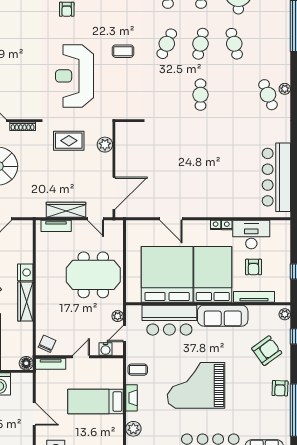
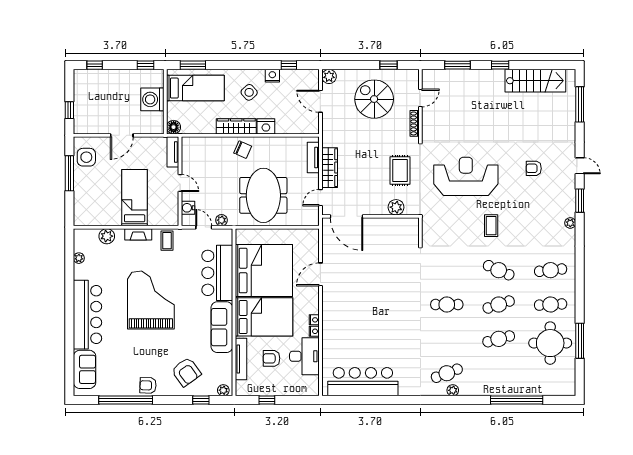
cafe table: (200, 44) -> (499, 305), turned -30
chair: (47, 344) -> (243, 150), moved

